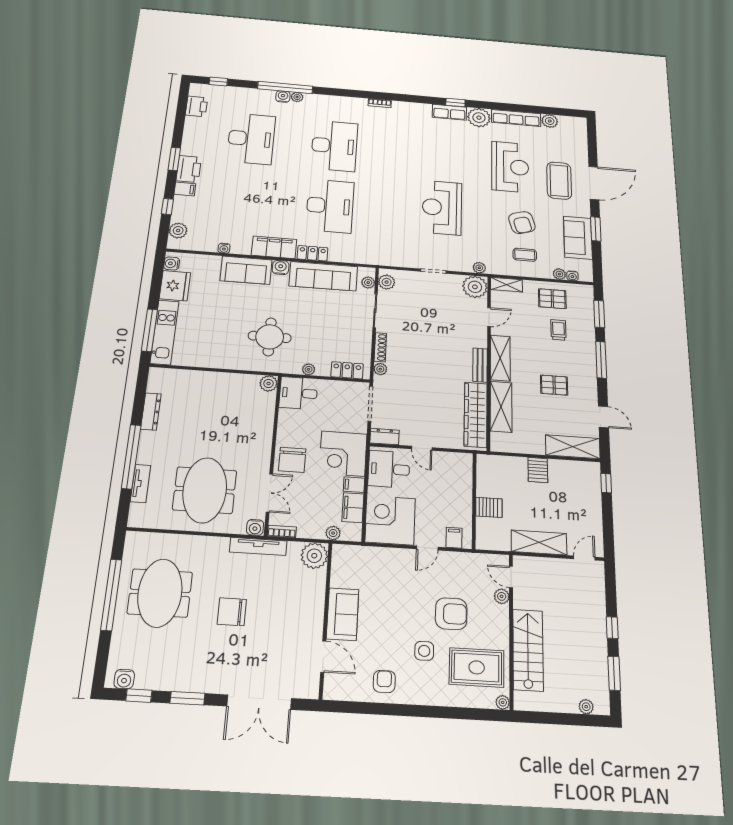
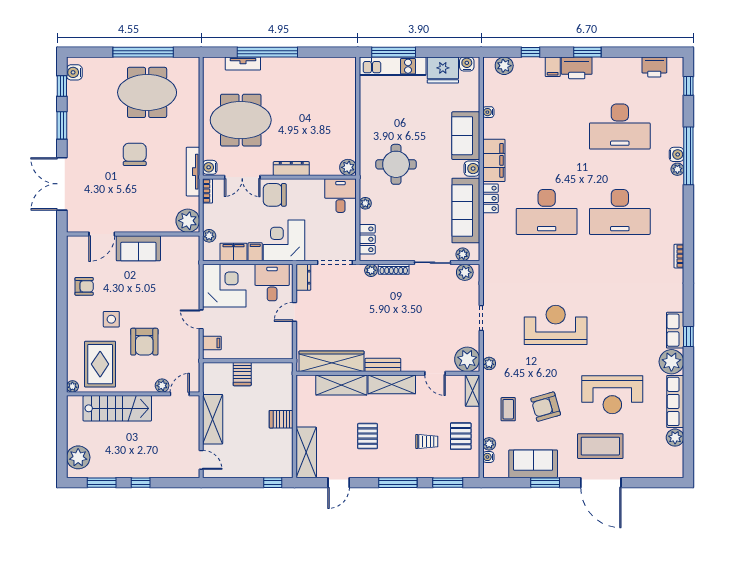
dresser: (151, 412) -> (291, 169), moved, turned 180
plant: (586, 707) -> (78, 457), width x1.87, depth x1.87

